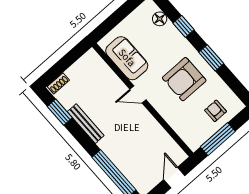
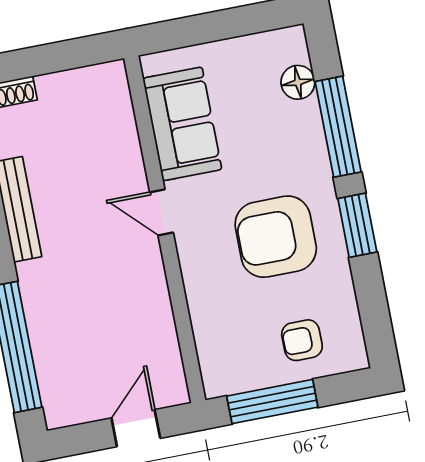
window: (183, 26) -> (338, 127), width x2.17
armchair: (216, 111) -> (302, 340), turned -90

